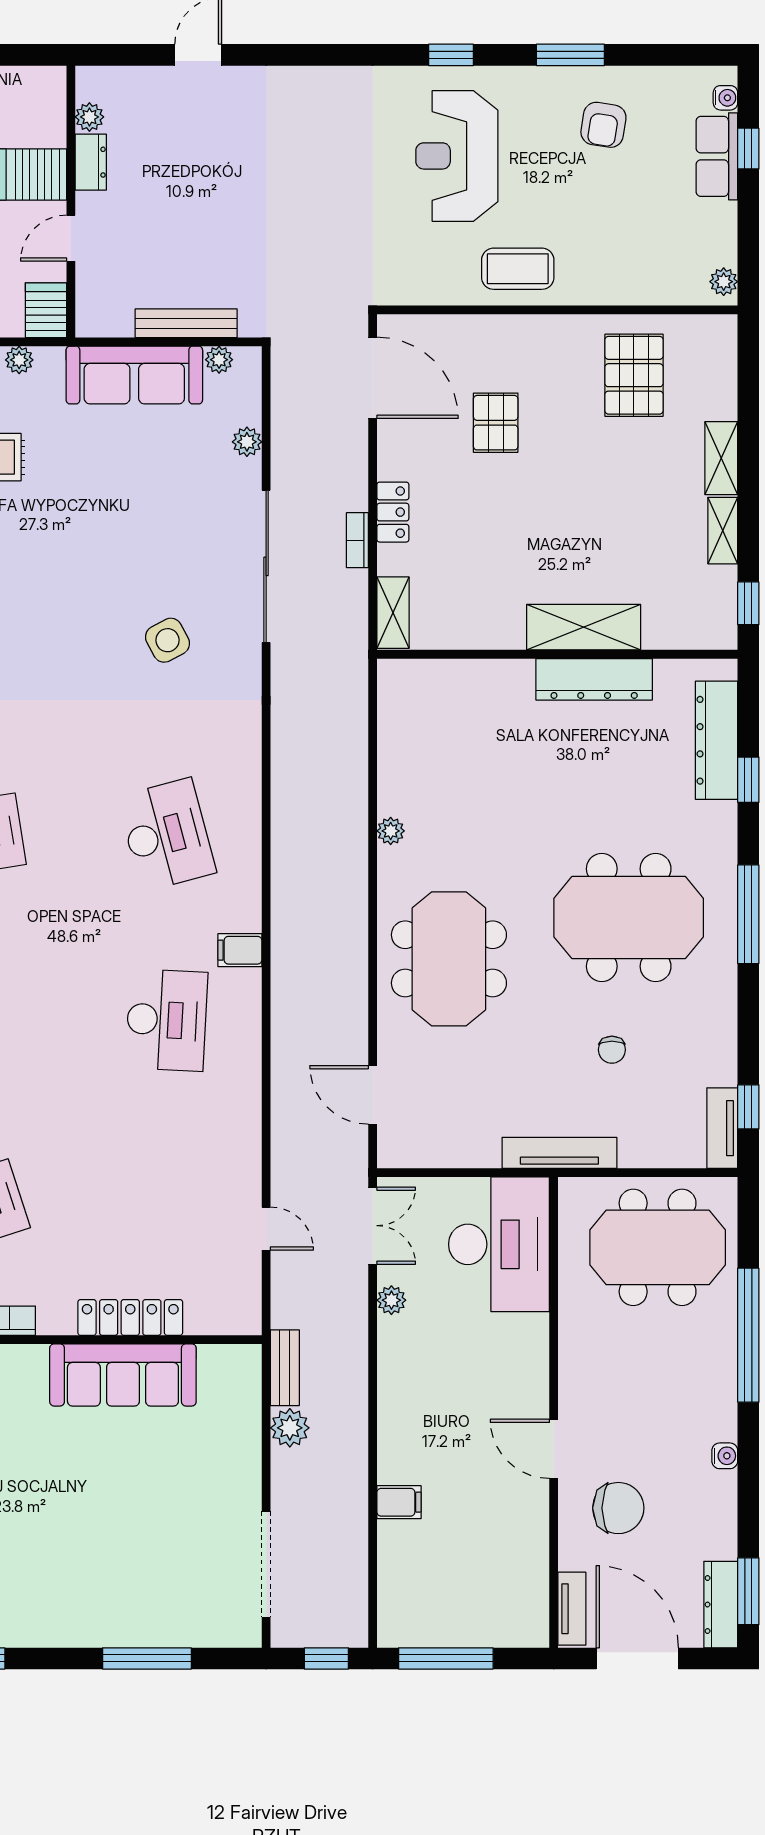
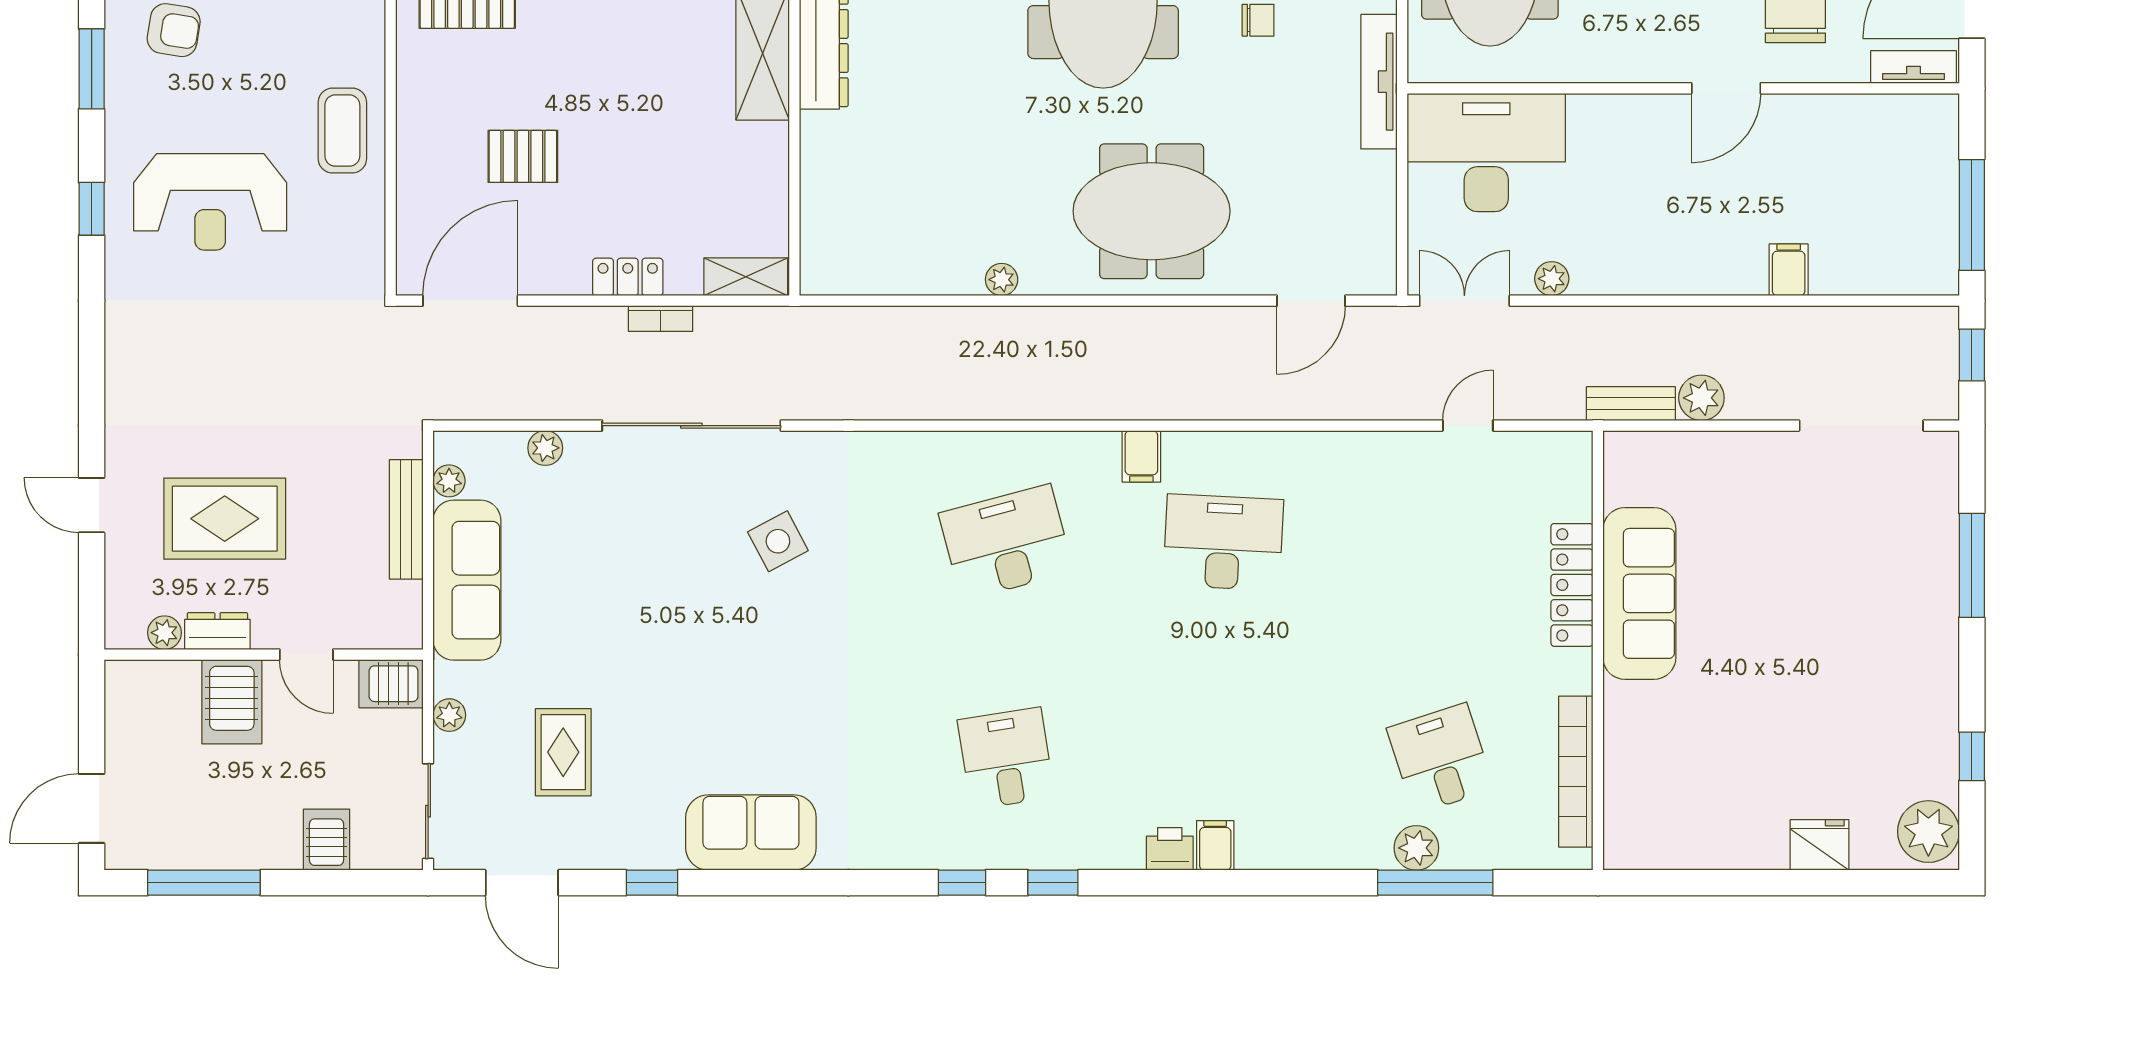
rug: (187, 168) -> (225, 519), added

